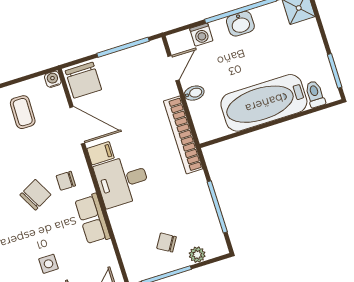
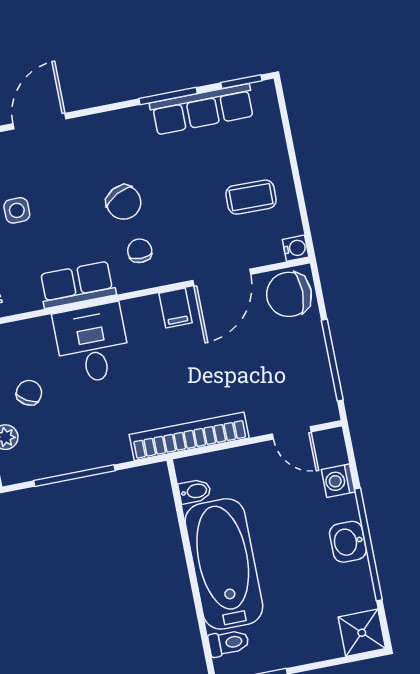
bidet: (194, 93) -> (195, 491), moved, turned -90
desk: (122, 181) -> (92, 344), moved

